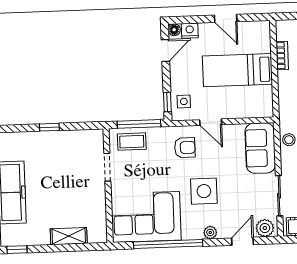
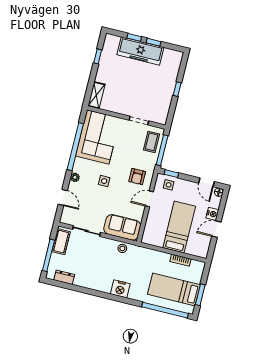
nightstand: (190, 31) -> (212, 214), moved
side table: (204, 191) -> (104, 181), width x0.54, depth x0.54
plant: (265, 228) -> (67, 215), removed
shelving: (69, 236) -> (96, 95), moved
window: (17, 250) -> (98, 56), moved

